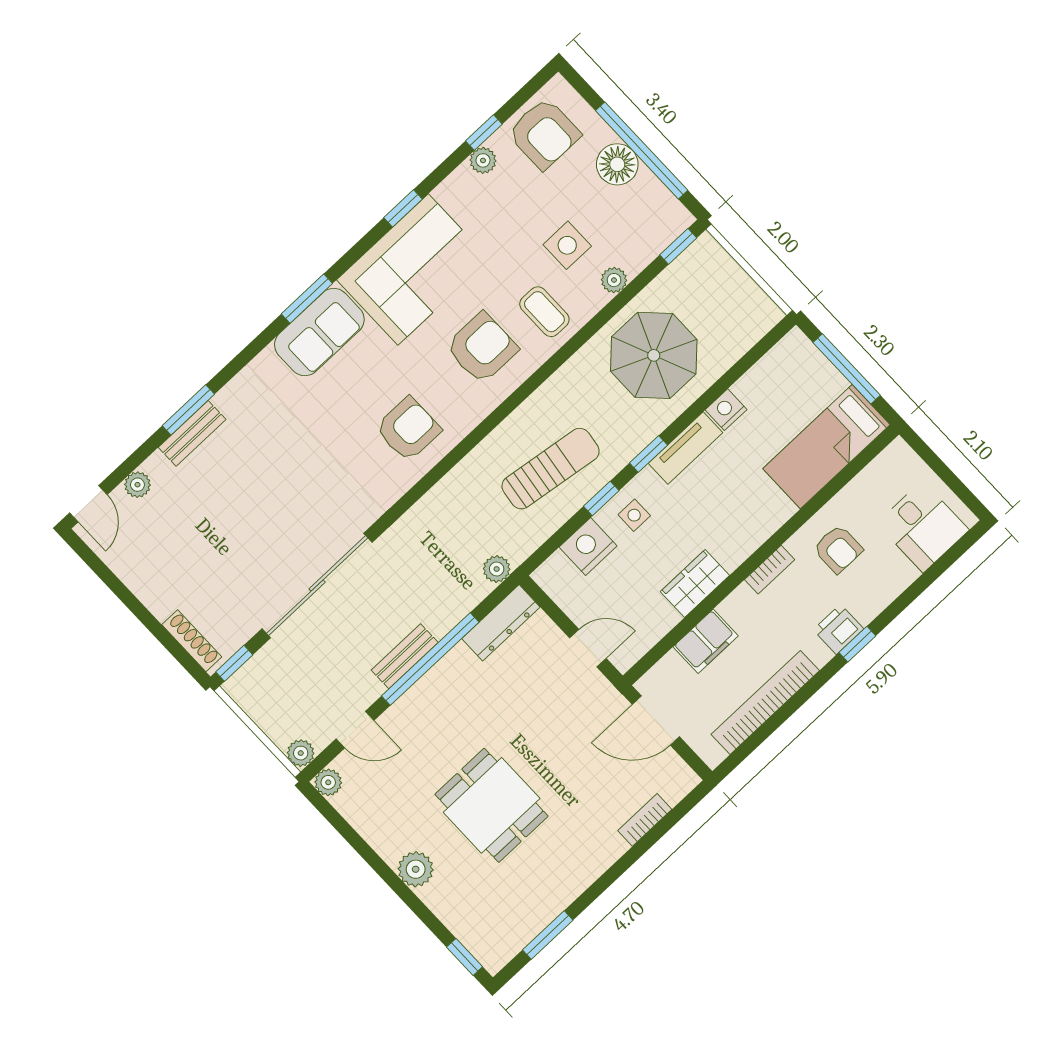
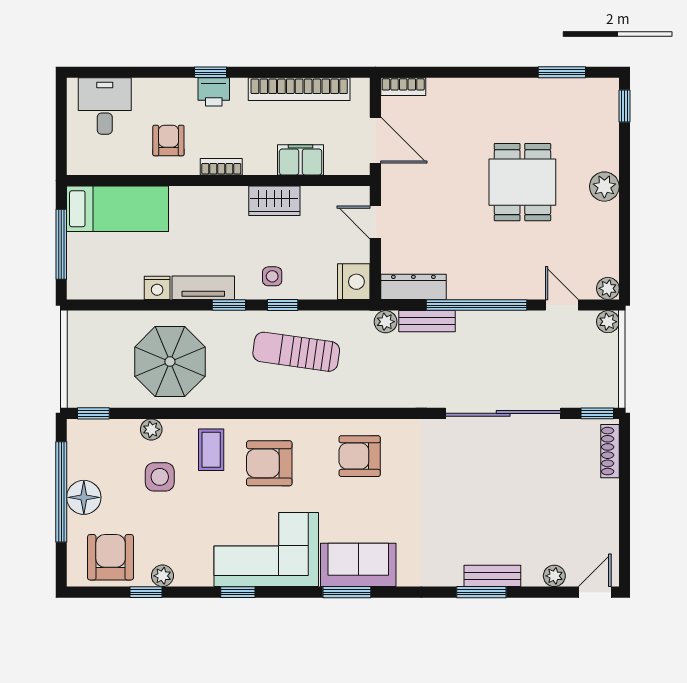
nightstand: (588, 546) -> (354, 282), moved, turned -90
bench: (405, 656) -> (427, 321), moved
bookcase: (645, 820) -> (403, 87), moved

